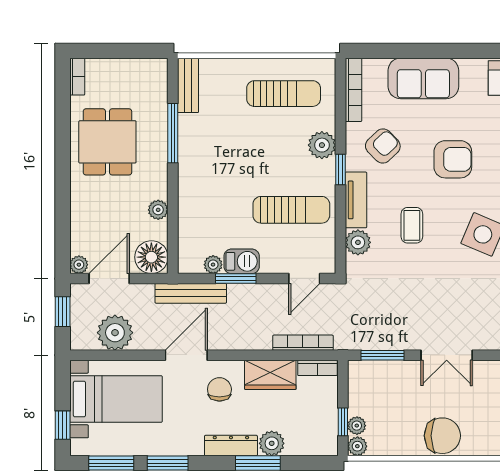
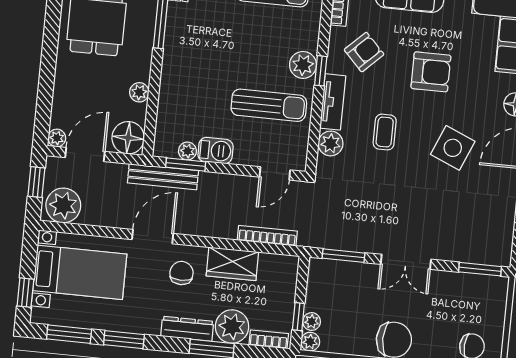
plant: (322, 145) -> (303, 65), moved
window: (236, 279) -> (186, 165), moved
plant: (115, 333) -> (63, 205), moved
bookcase: (317, 368) -> (269, 339), moved, turned 180
plant: (272, 443) -> (232, 327), width x1.36, depth x1.36

